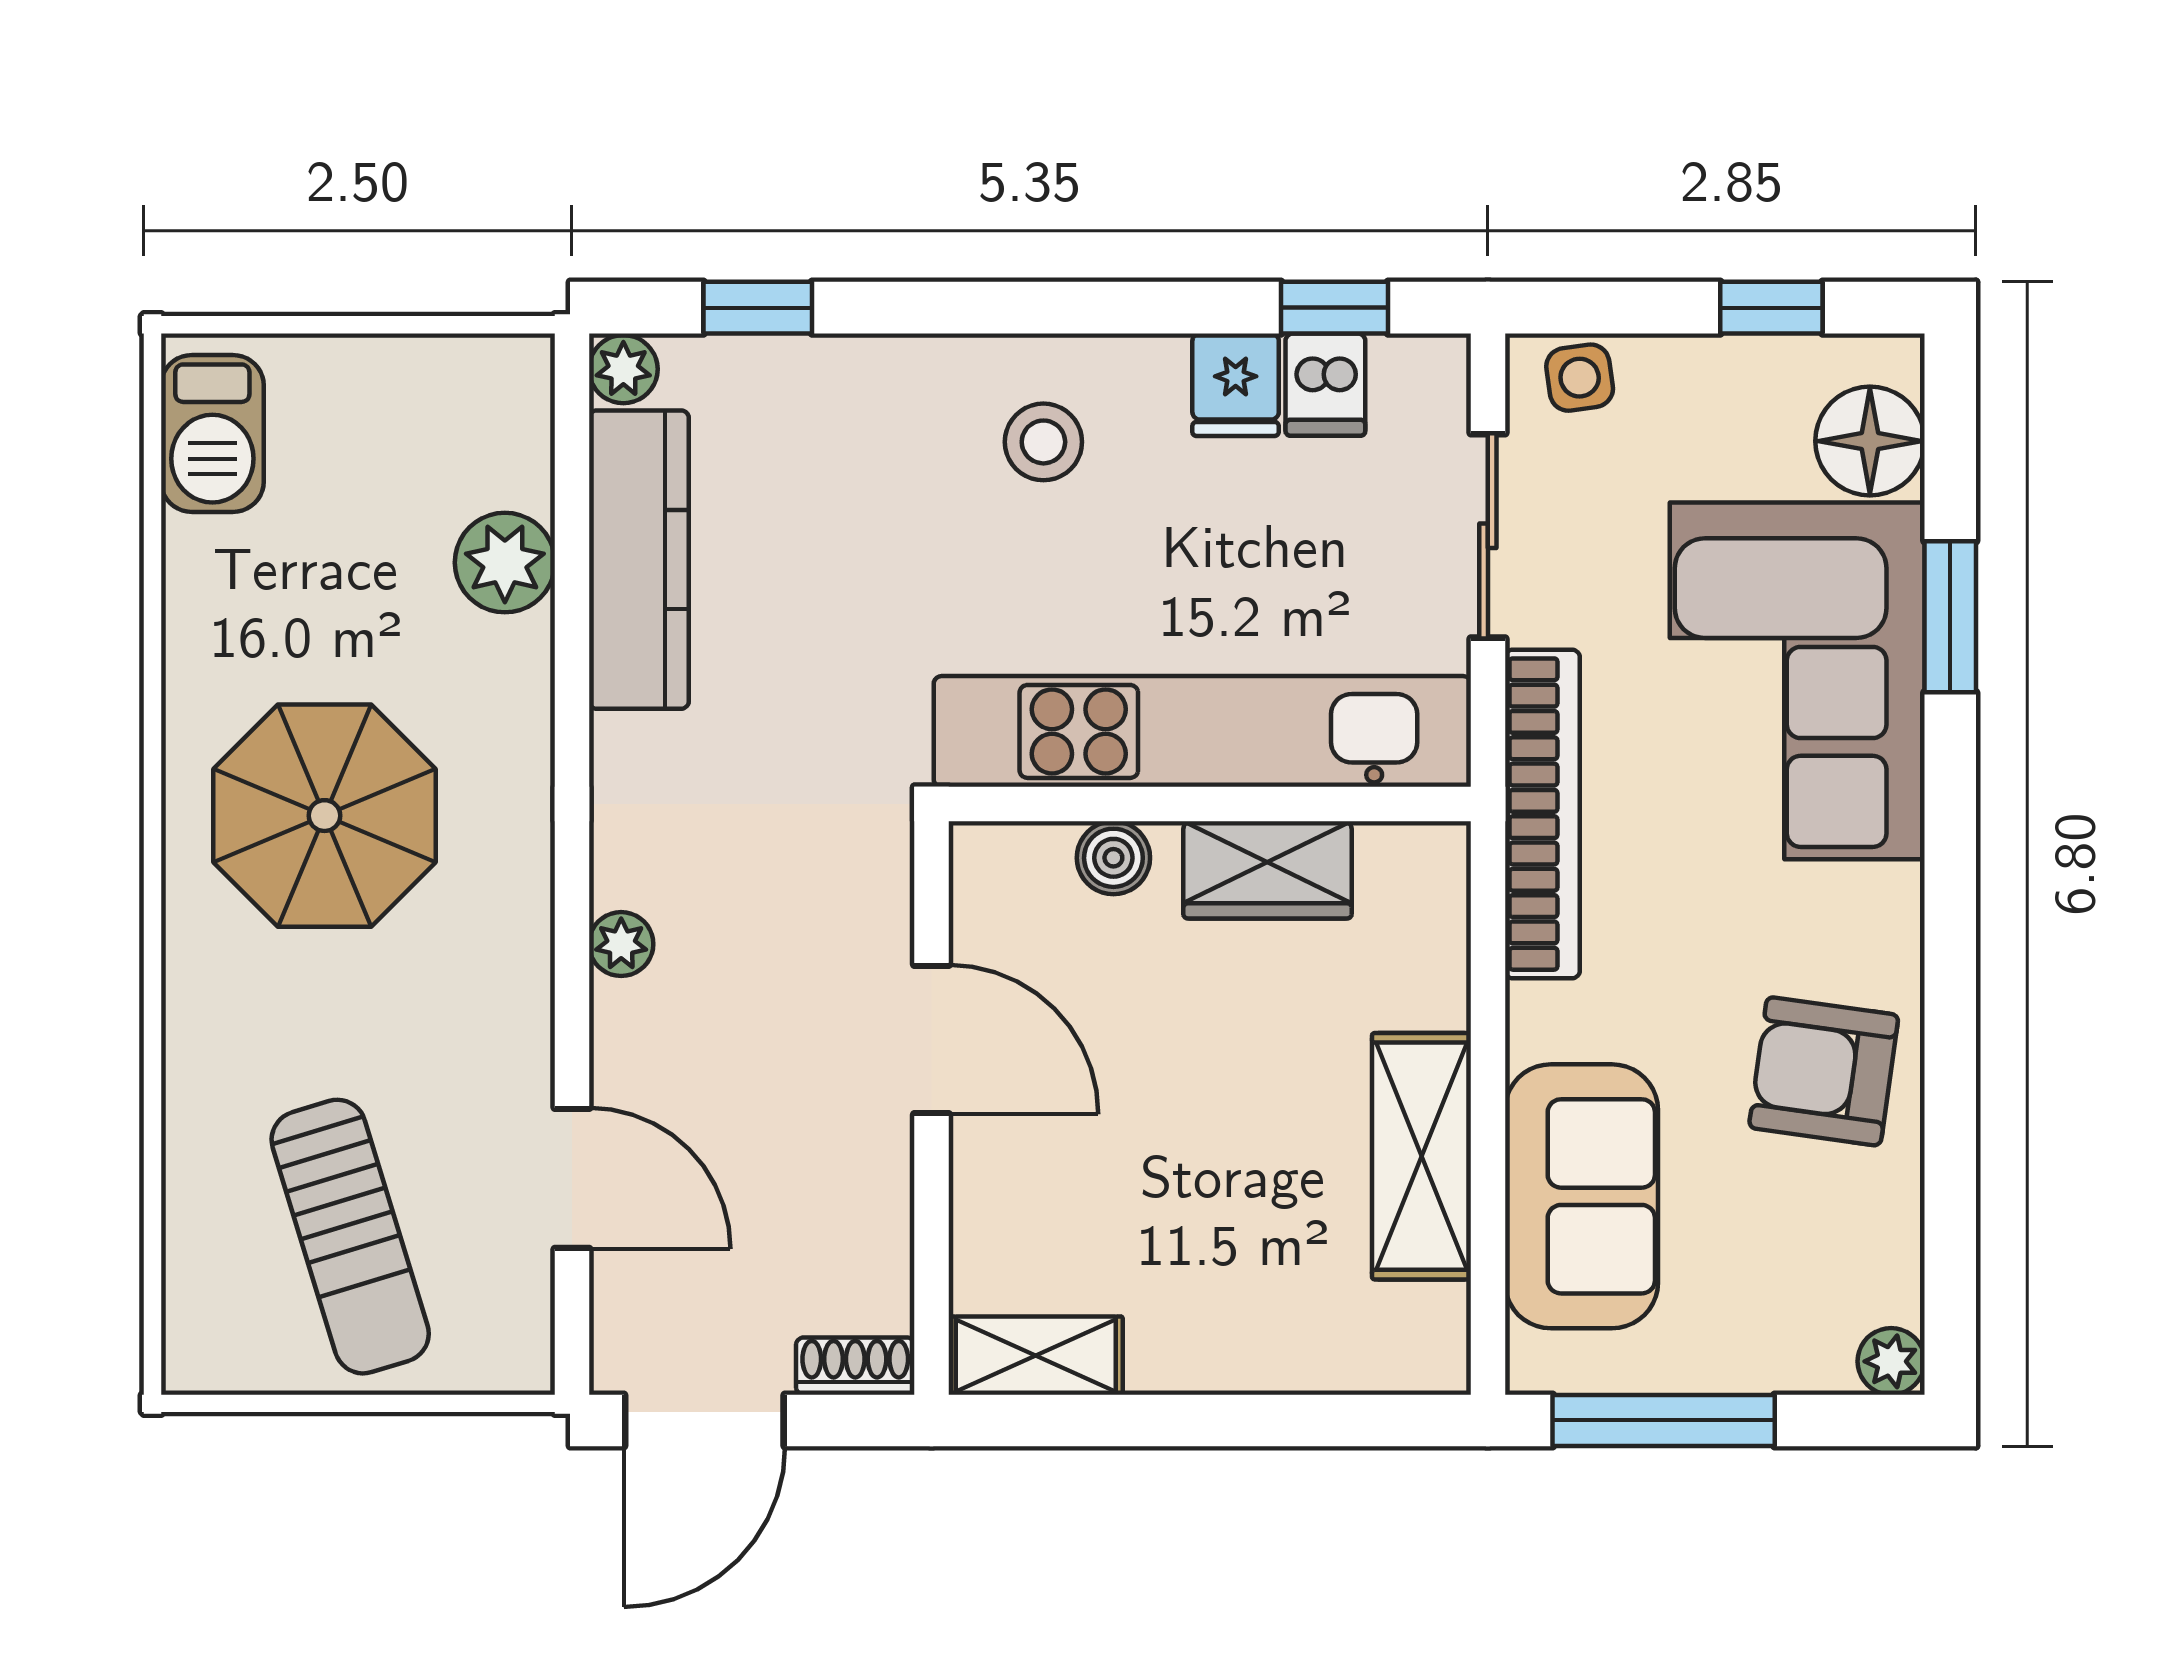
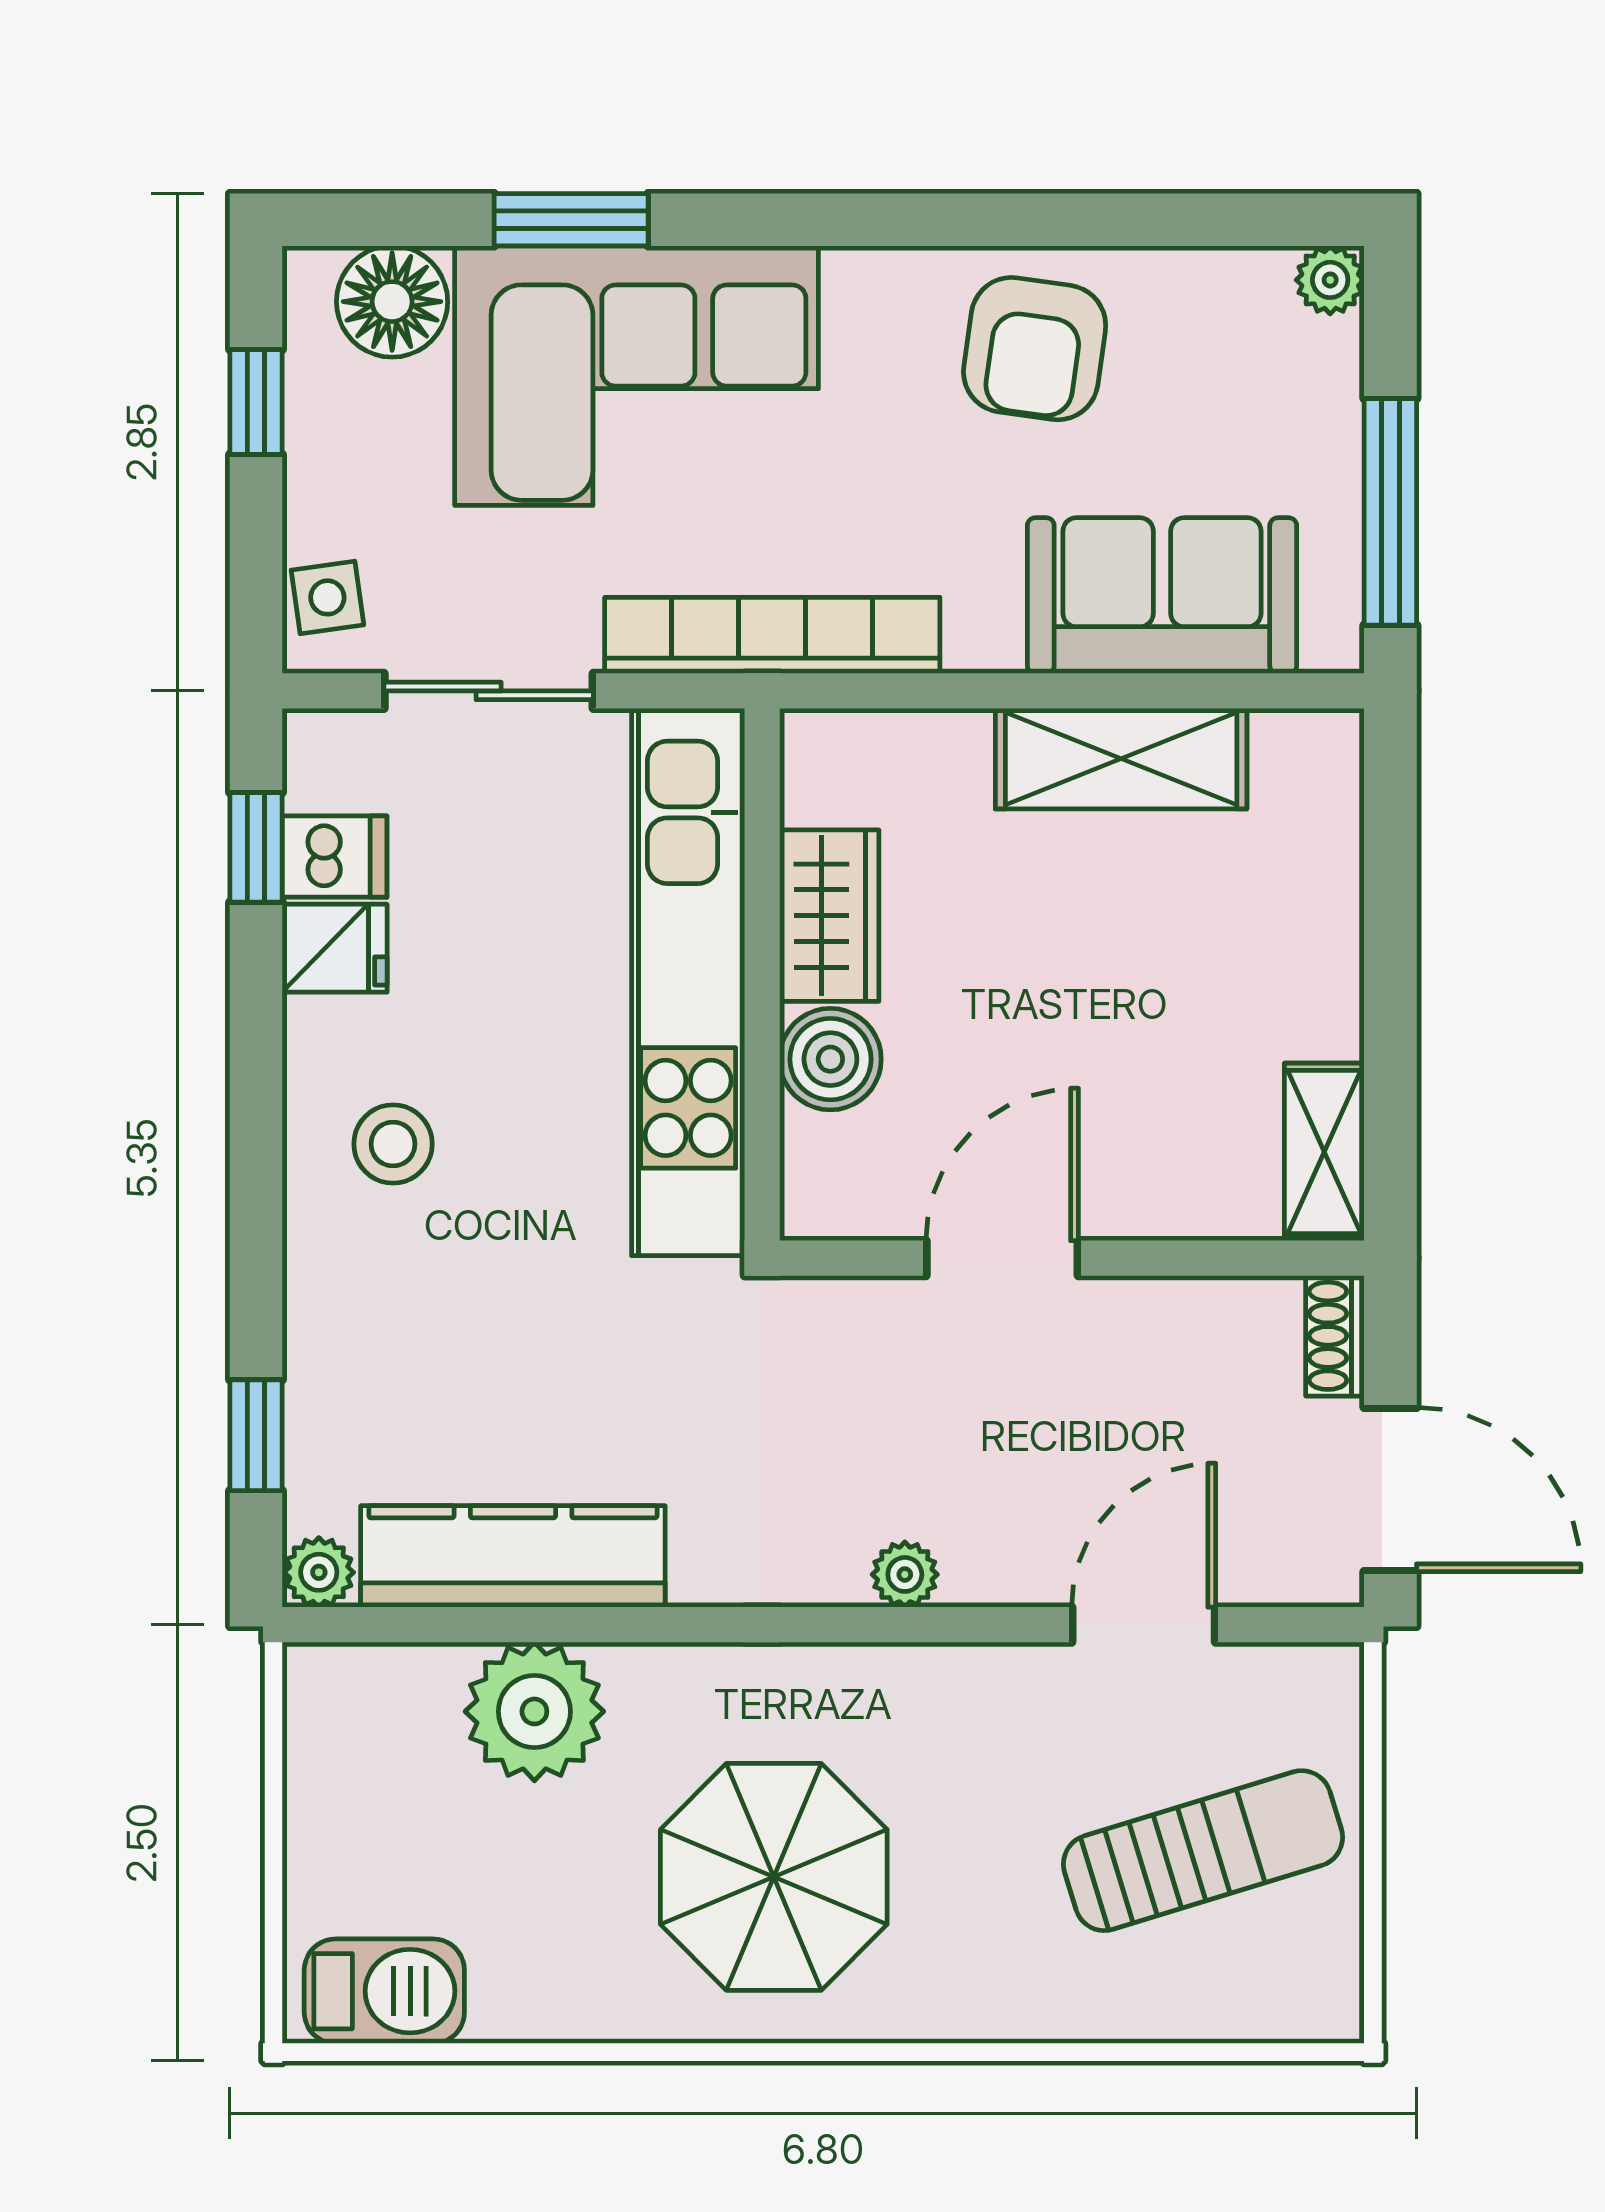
plant: (505, 563) -> (534, 1711), width x1.36, depth x1.36
boiler: (1113, 858) -> (830, 1059), width x1.36, depth x1.36

